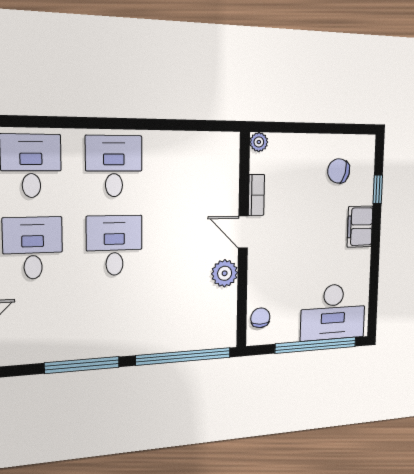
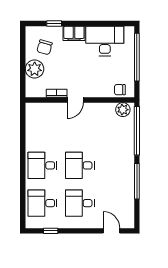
plant: (259, 142) -> (35, 69), moved, width x1.87, depth x1.87
plant: (225, 273) -> (123, 110), moved
desk: (333, 312) -> (105, 41), moved, turned -90

